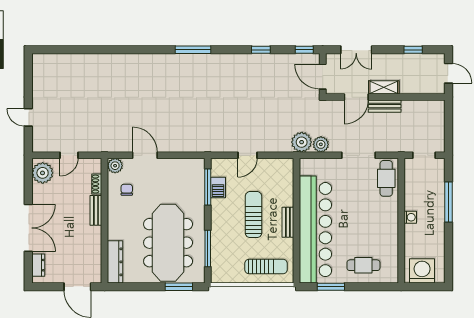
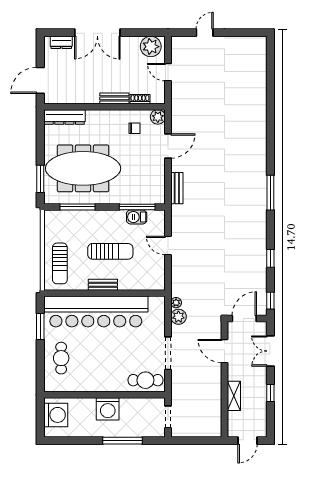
window: (413, 50) -> (270, 393), moved
shelving: (384, 87) -> (234, 396), moved
bench: (385, 106) -> (177, 188), moved
plant: (302, 142) -> (176, 303), width x0.53, depth x0.53
washing machine: (410, 217) -> (108, 409), width x1.89, depth x1.89

